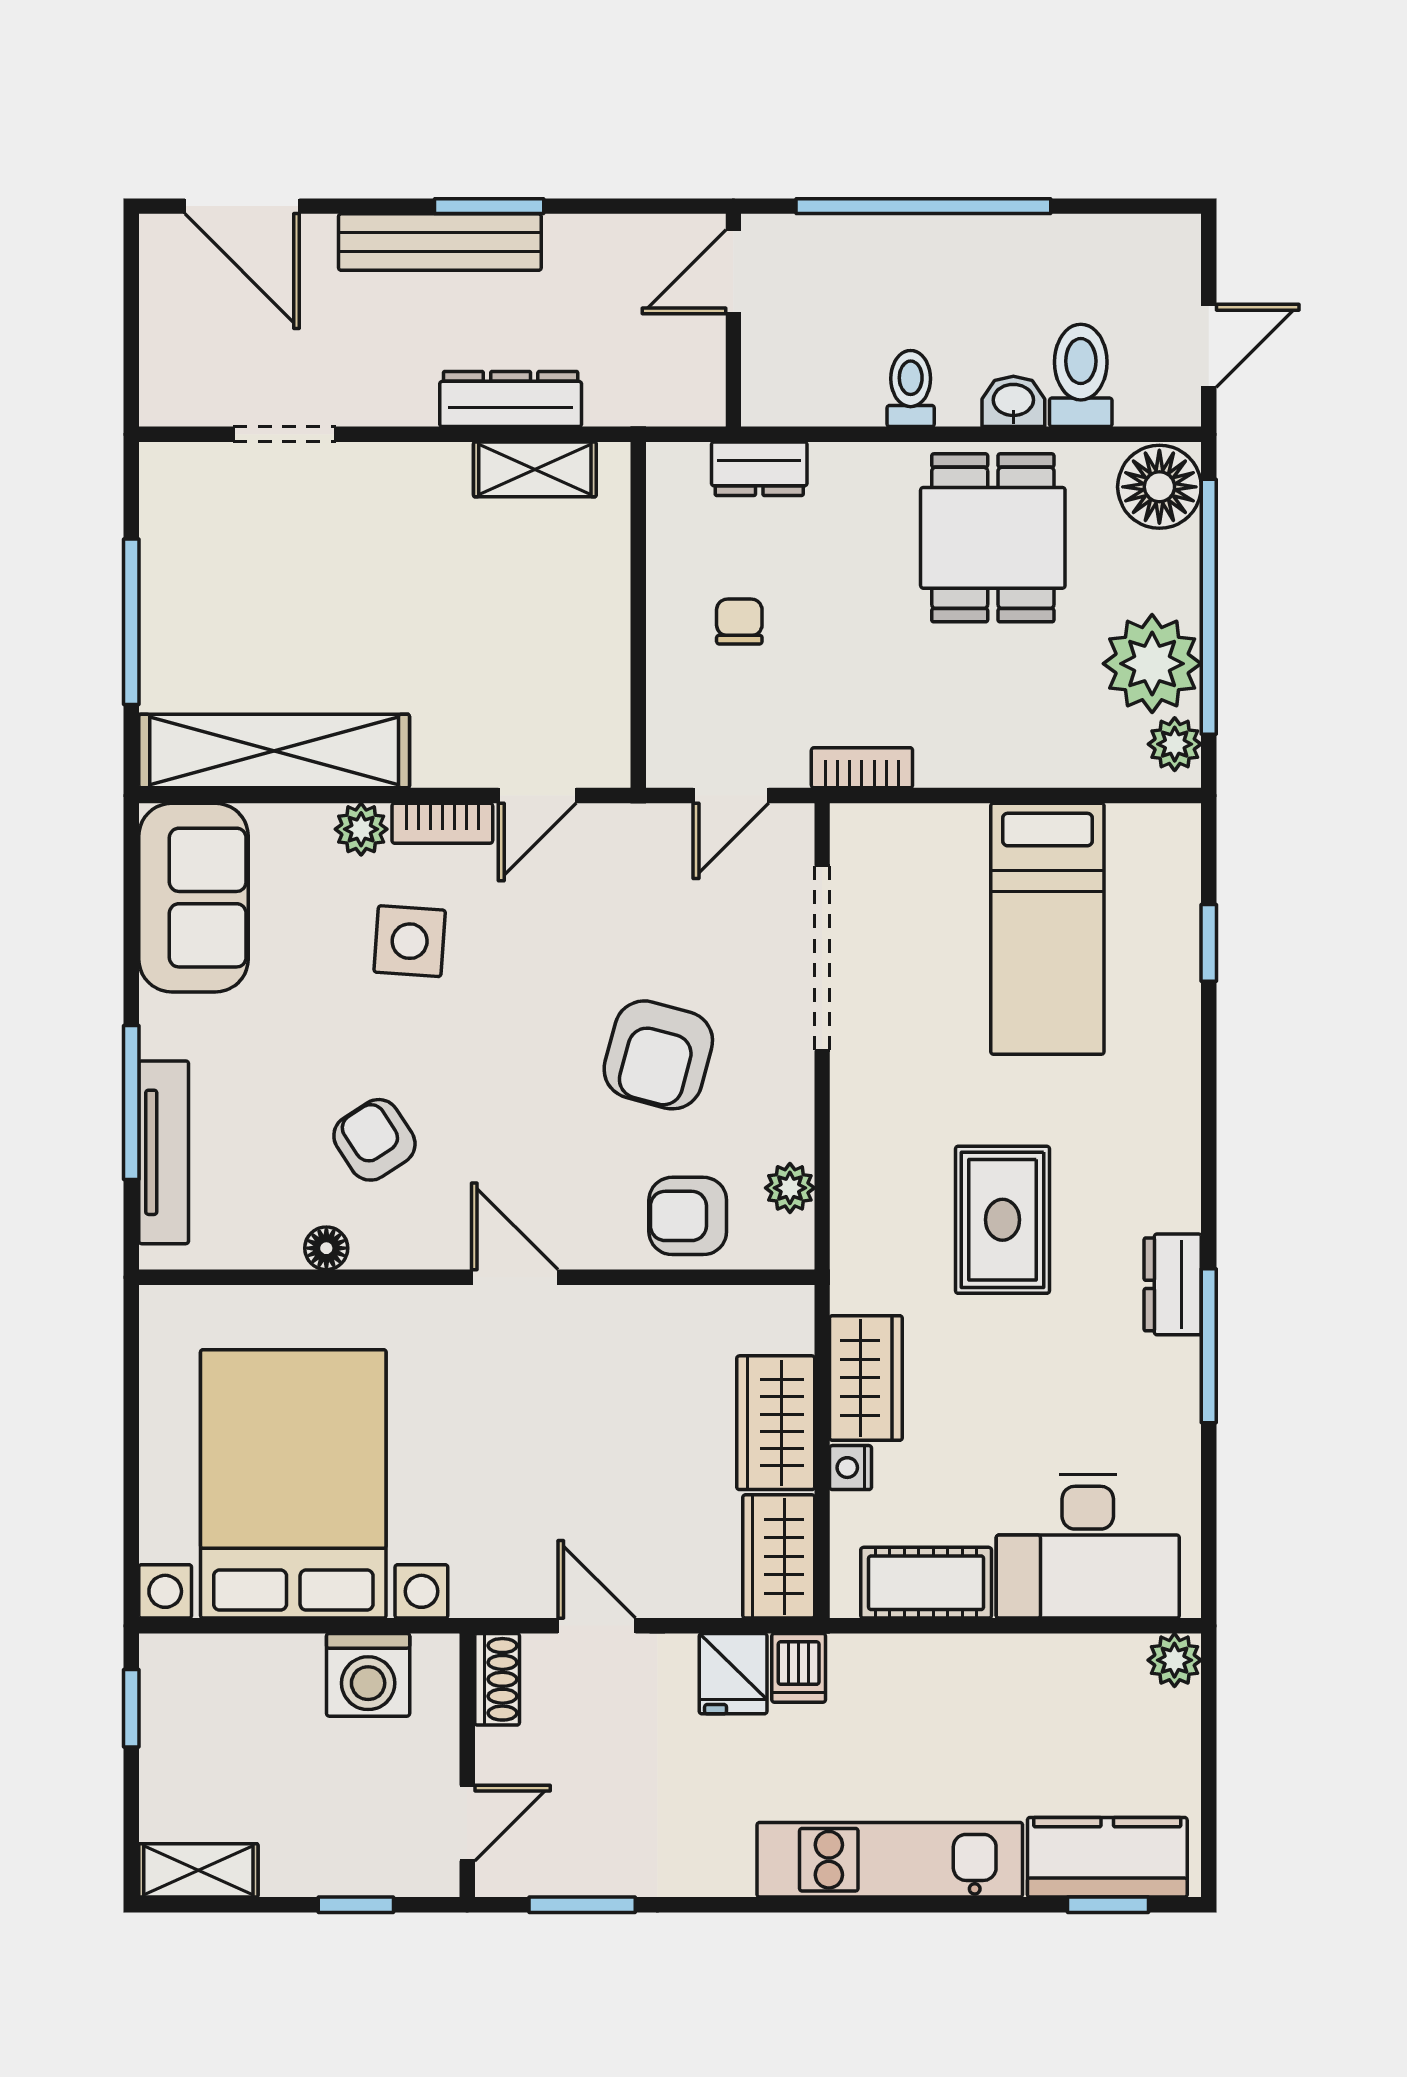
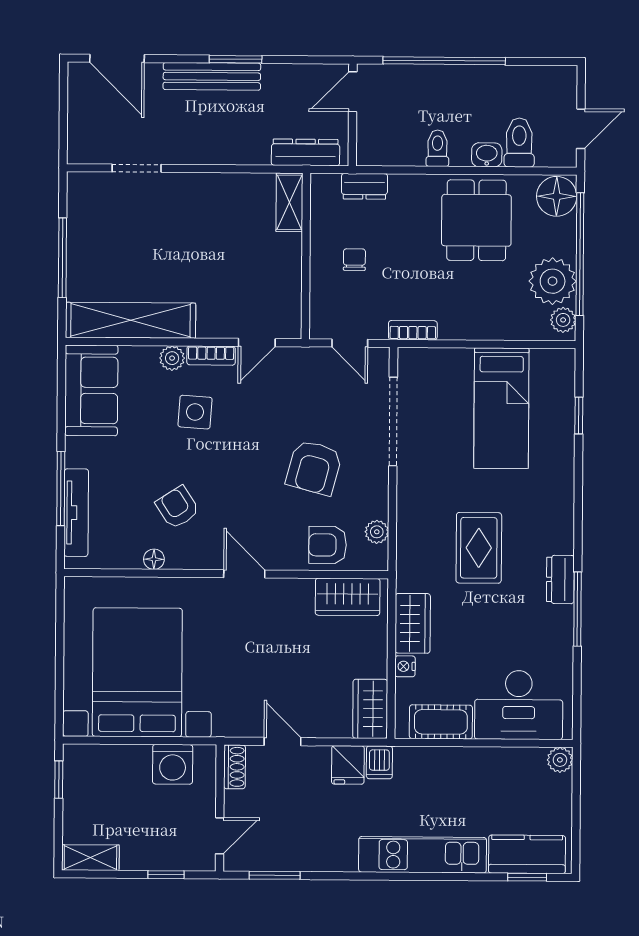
dresser: (511, 399) -> (305, 152), moved
shelving: (535, 469) -> (289, 202), moved, turned 90
door: (731, 796) -> (350, 343), hinge flipped
wardrobe: (776, 1423) -> (348, 597), moved, turned -90

